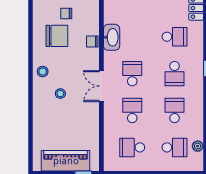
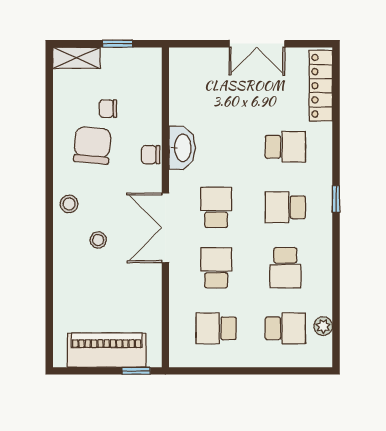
chair: (57, 36) -> (92, 145), turned -85
school desk: (175, 74) -> (285, 207), turned 90
double door: (101, 86) -> (165, 228), width x1.37
school desk: (175, 110) -> (285, 268), turned 180

